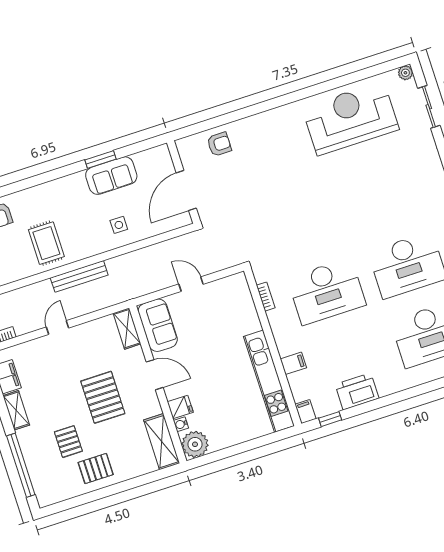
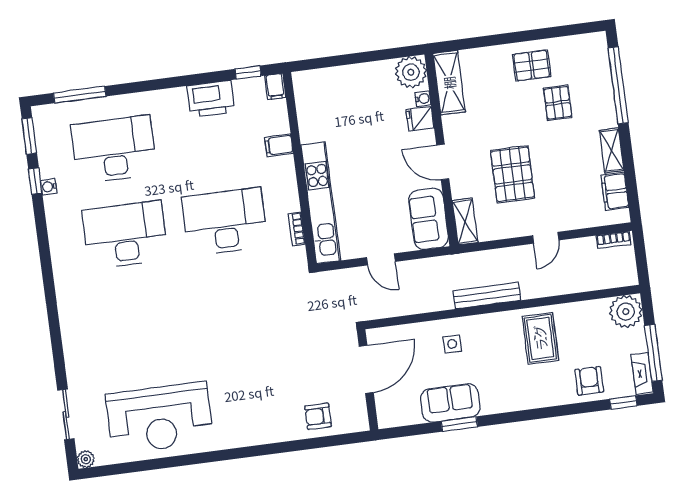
bench: (79, 276) -> (487, 296), moved
kitchen unit: (269, 381) -> (321, 203), moved
pallet: (103, 397) -> (512, 174), moved

